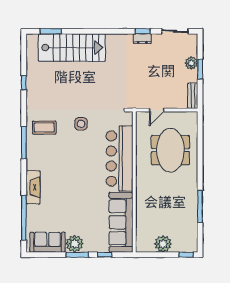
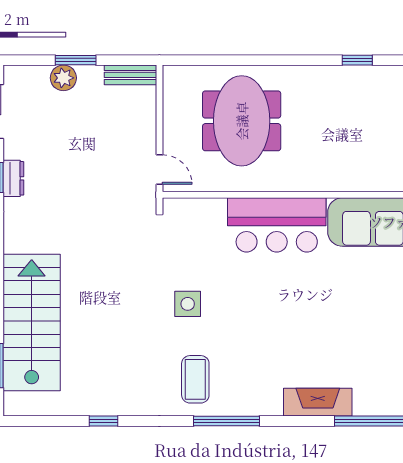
door: (157, 110) -> (159, 169), moved
meeting table: (170, 150) -> (242, 121), turned 90
bar counter: (120, 159) -> (277, 225), width x0.73
window: (200, 207) -> (357, 60), width x0.46

